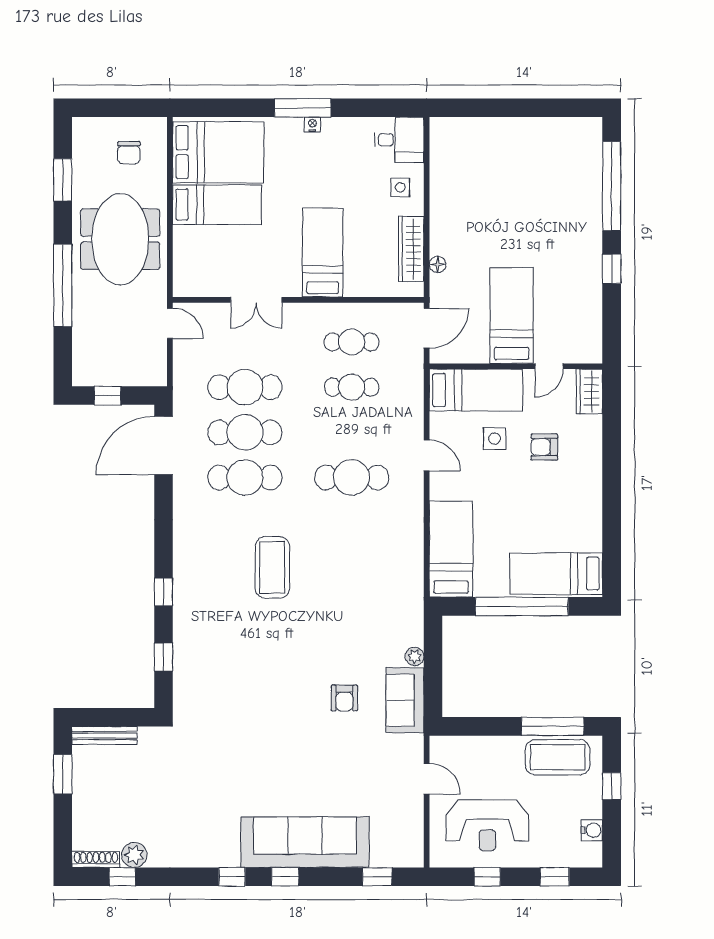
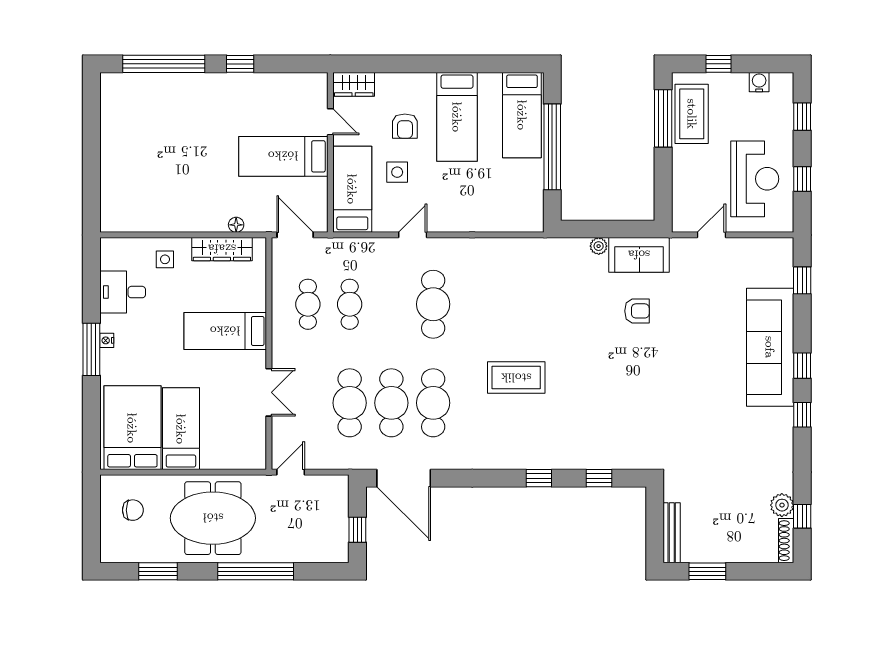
desk: (399, 140) -> (123, 292), moved, turned -90
bed: (451, 549) -> (457, 117), moved, turned -90

